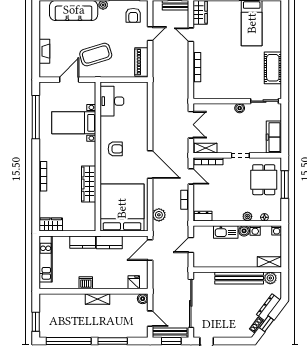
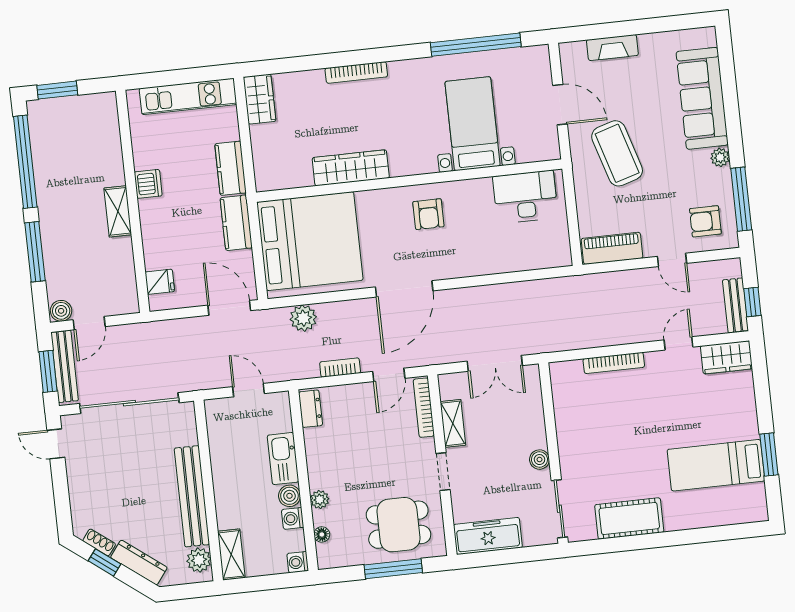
shelving: (206, 148) -> (453, 423), moved
boiler: (143, 299) -> (61, 311), moved

